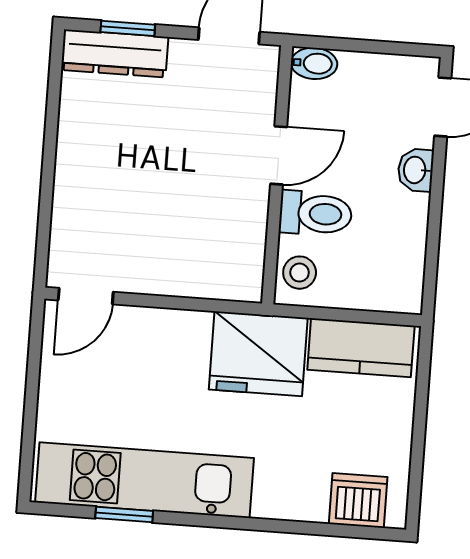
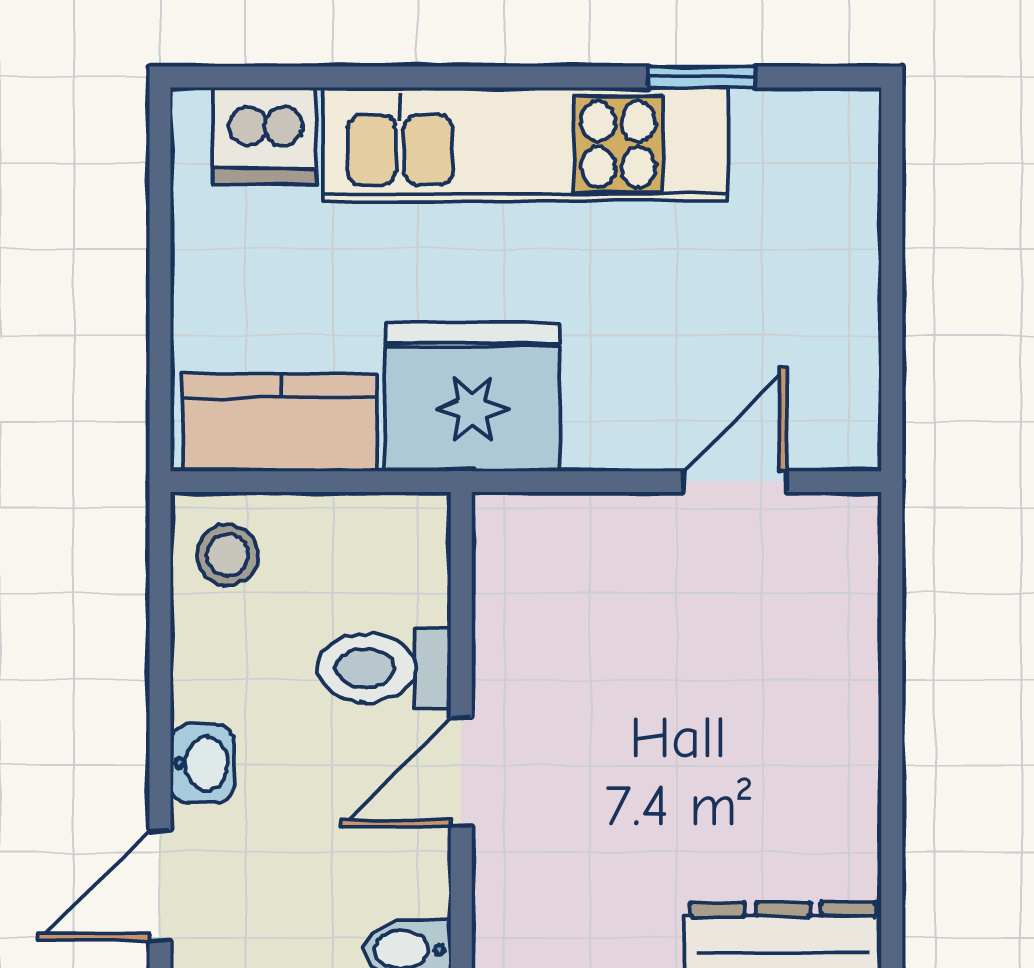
stool: (300, 273) -> (228, 555), moved
door: (86, 296) -> (735, 482), moved
kitchen unit: (145, 480) -> (525, 144), moved

